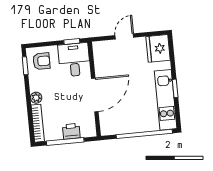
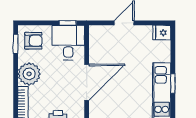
fridge: (158, 48) -> (162, 33), width x0.53, depth x0.75
plant: (36, 98) -> (29, 74), width x1.88, depth x1.88

